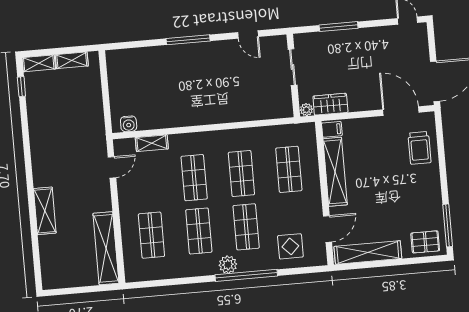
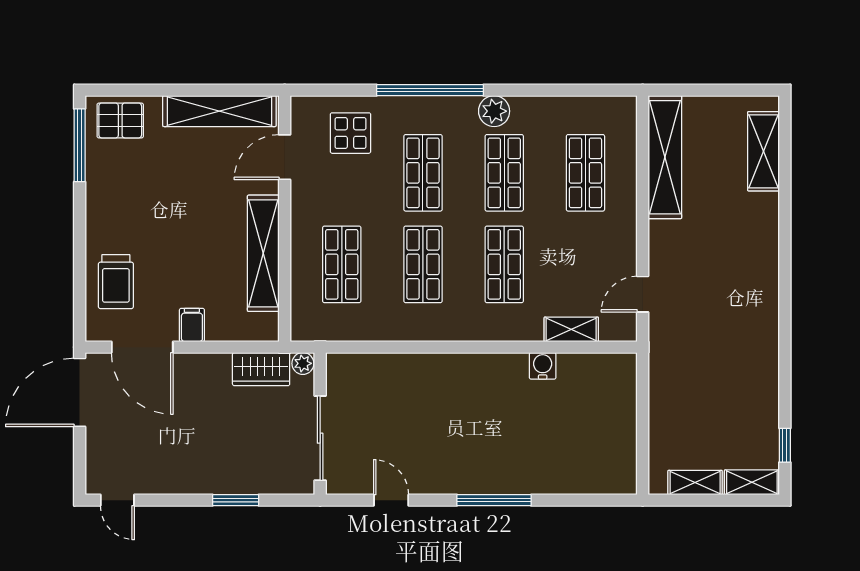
window: (339, 27) -> (236, 500), width x0.69
sliding door: (293, 67) -> (320, 438), width x1.37
water cooler: (129, 124) -> (543, 366), moved
filing cabinet: (332, 129) -> (192, 325), moved, turned 90
trolley: (419, 148) -> (116, 282), turned 180
shelving: (45, 211) -> (763, 151), moved
plant: (228, 265) -> (494, 111), moved

